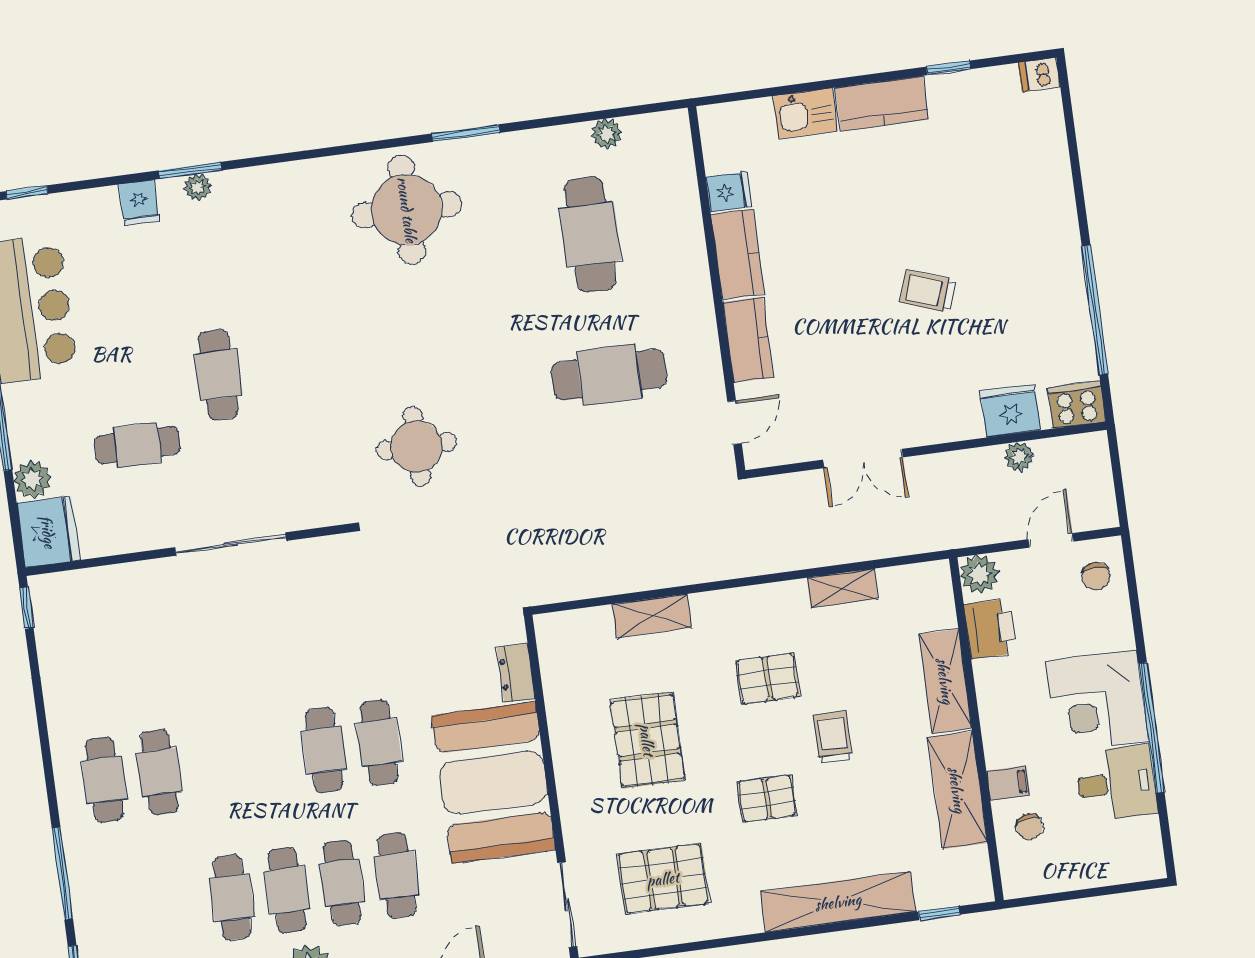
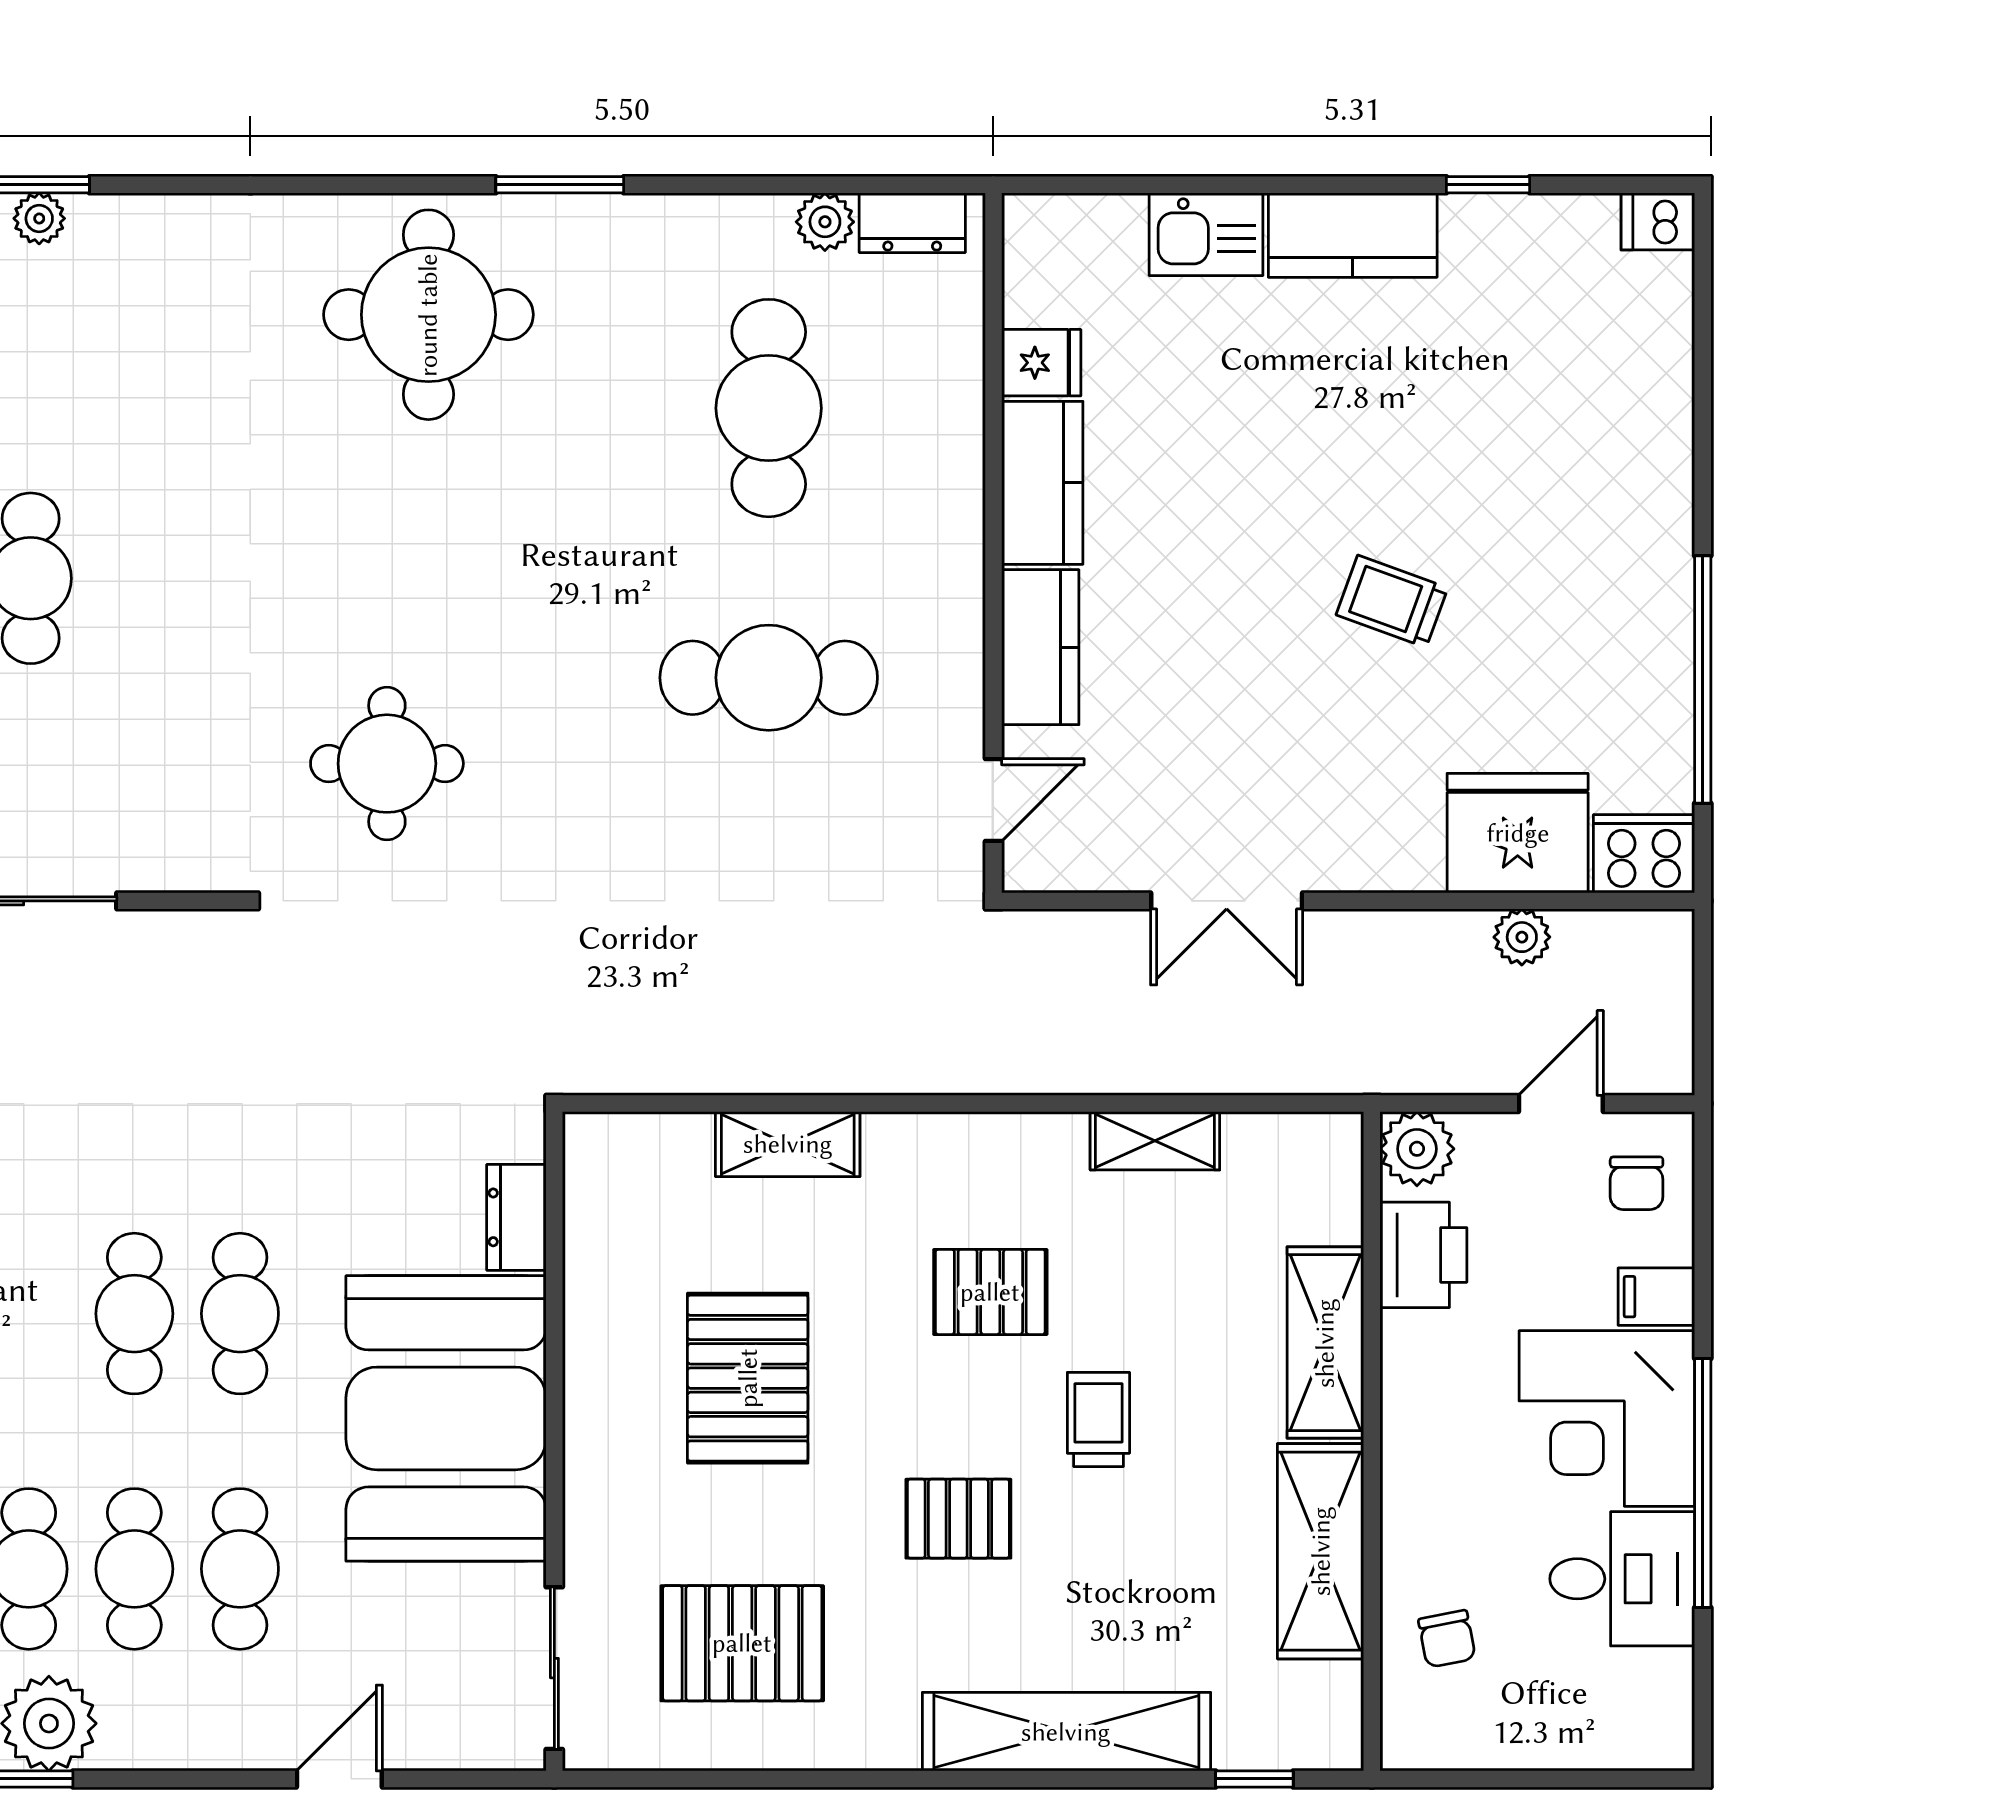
dresser: (652, 128) -> (912, 223), added
fridge: (1010, 411) -> (1518, 833), width x1.36, depth x1.34
filing cabinet: (1008, 783) -> (1656, 1297), moved, turned 180

